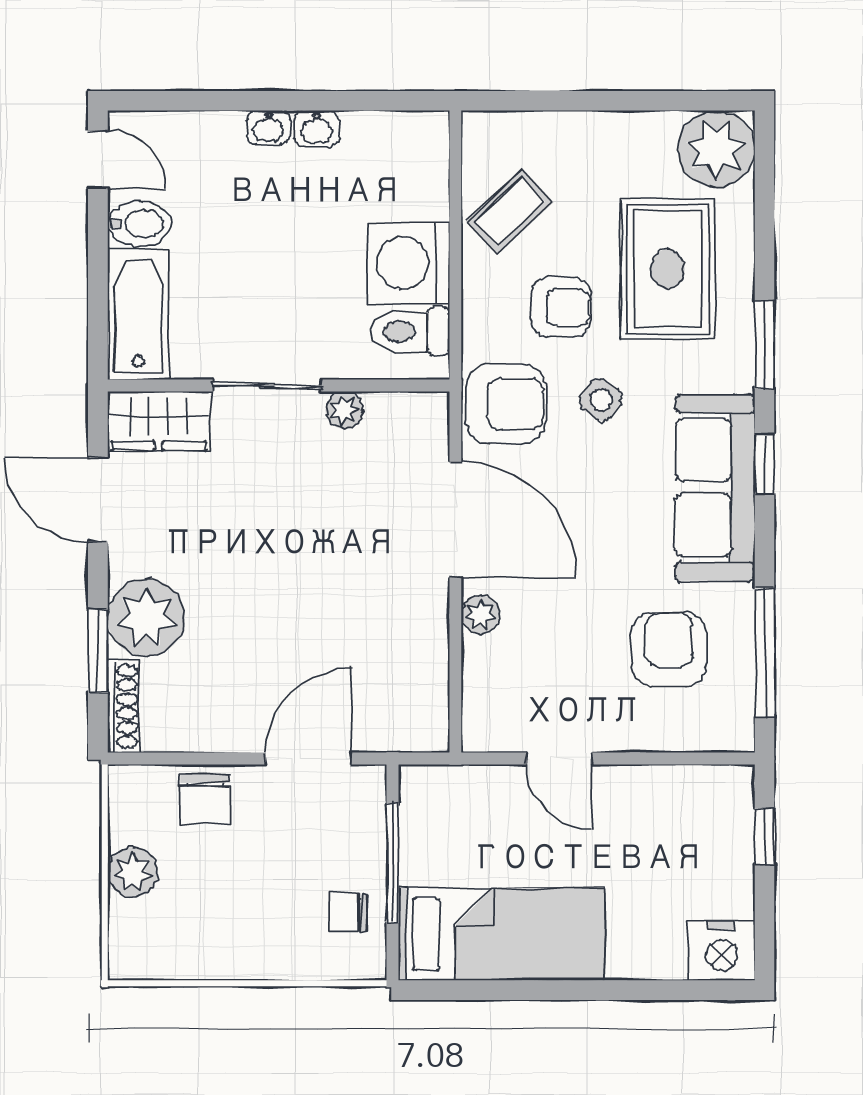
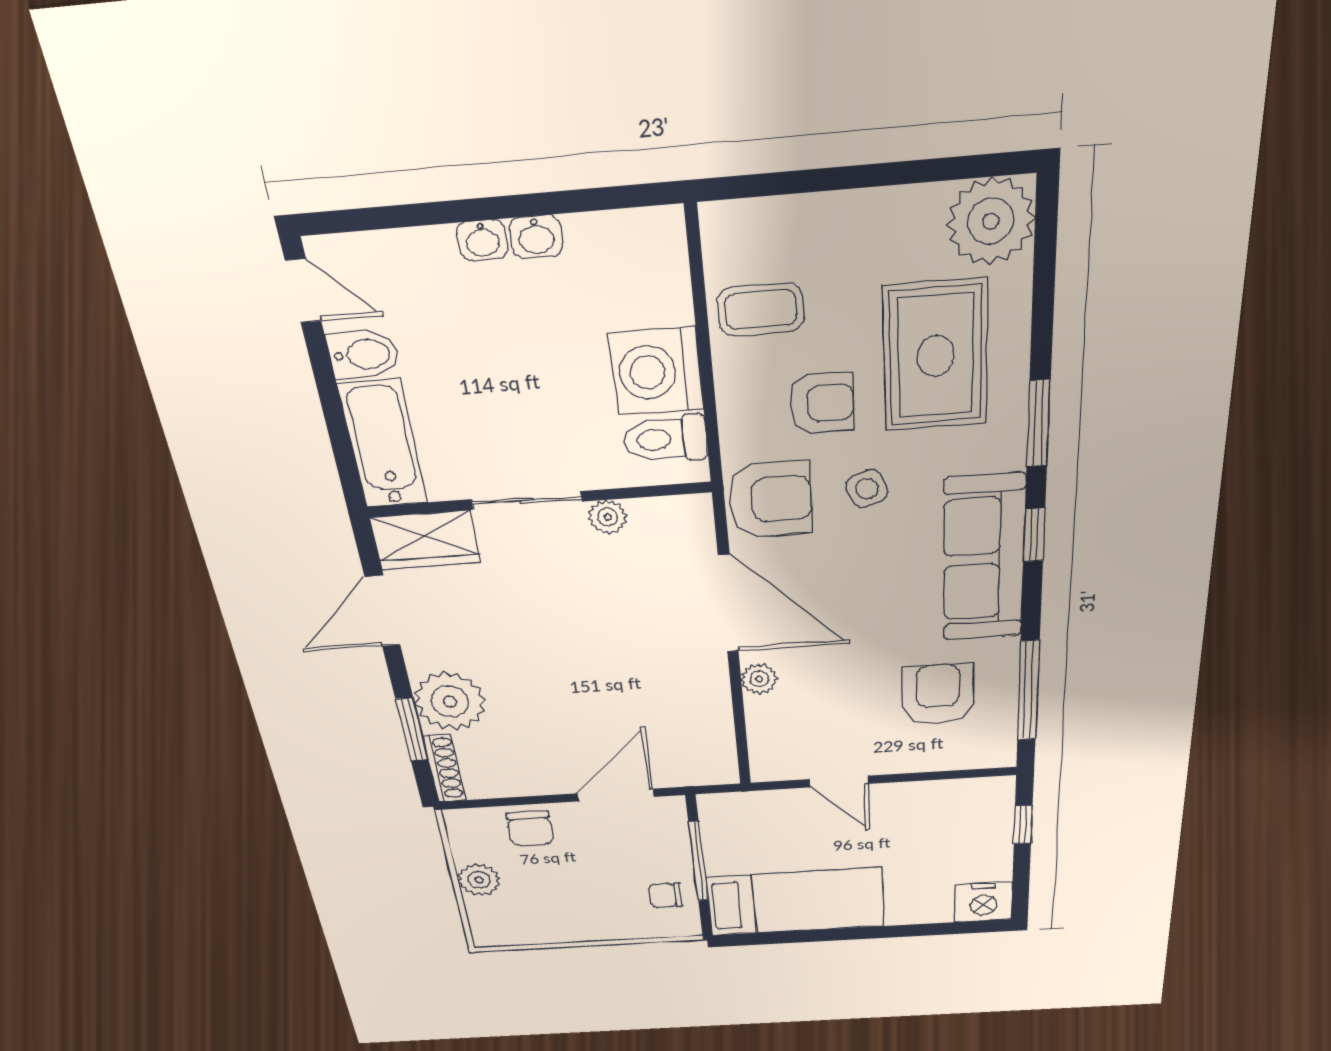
coffee table: (510, 212) -> (761, 310), turned 43
side table: (601, 400) -> (867, 489), turned 31
door: (98, 500) -> (383, 611), hinge flipped

